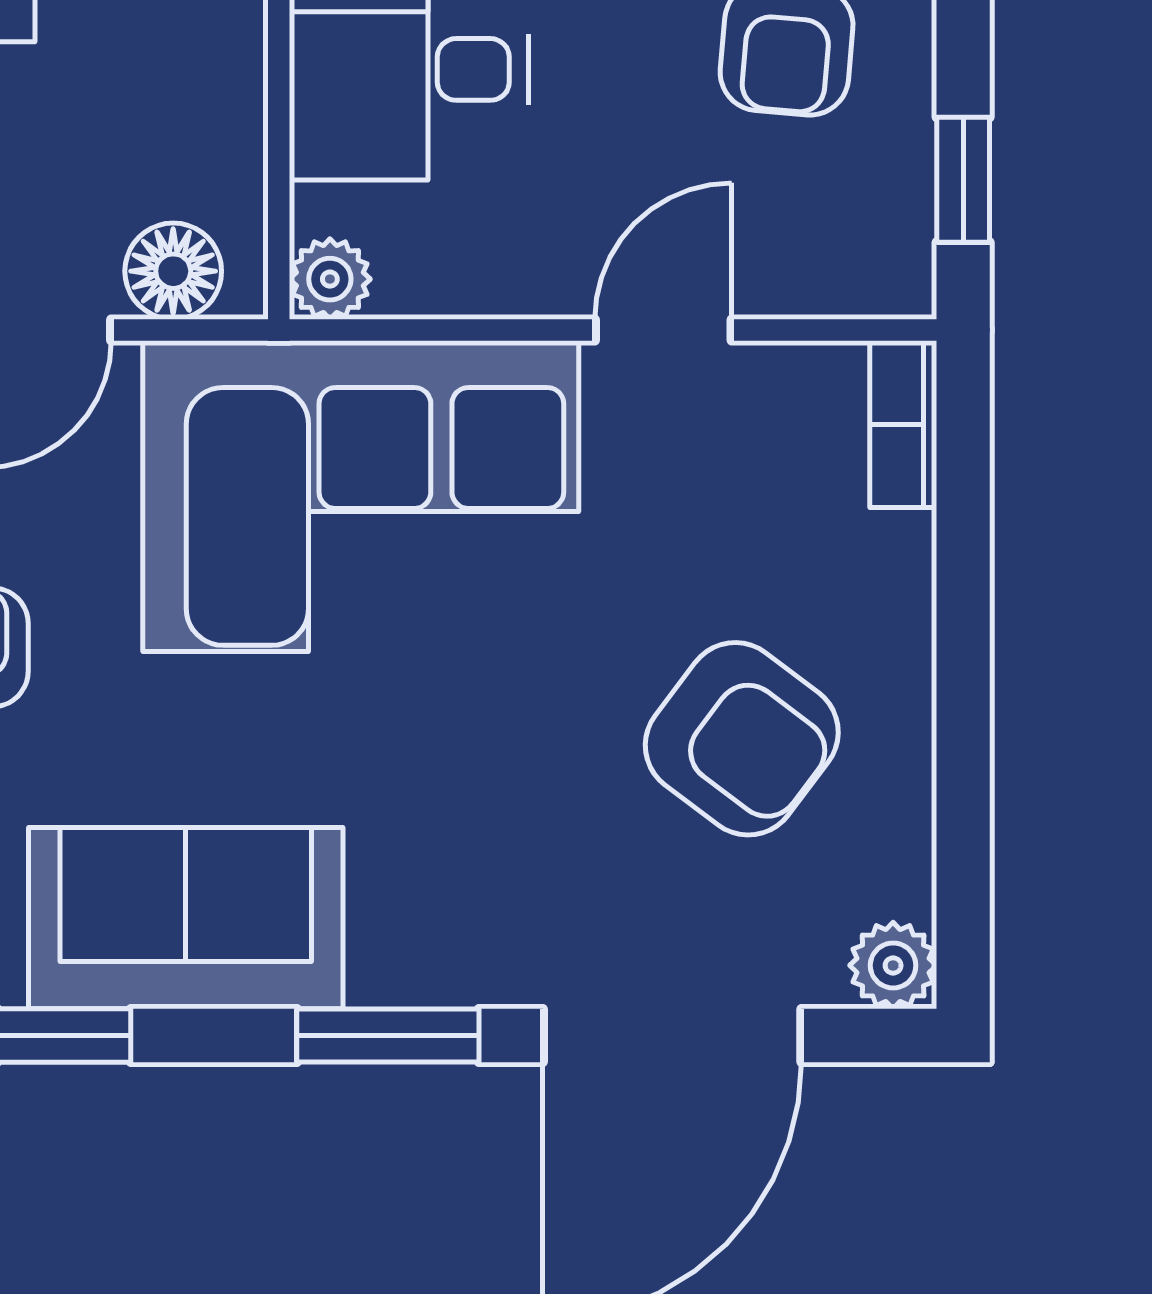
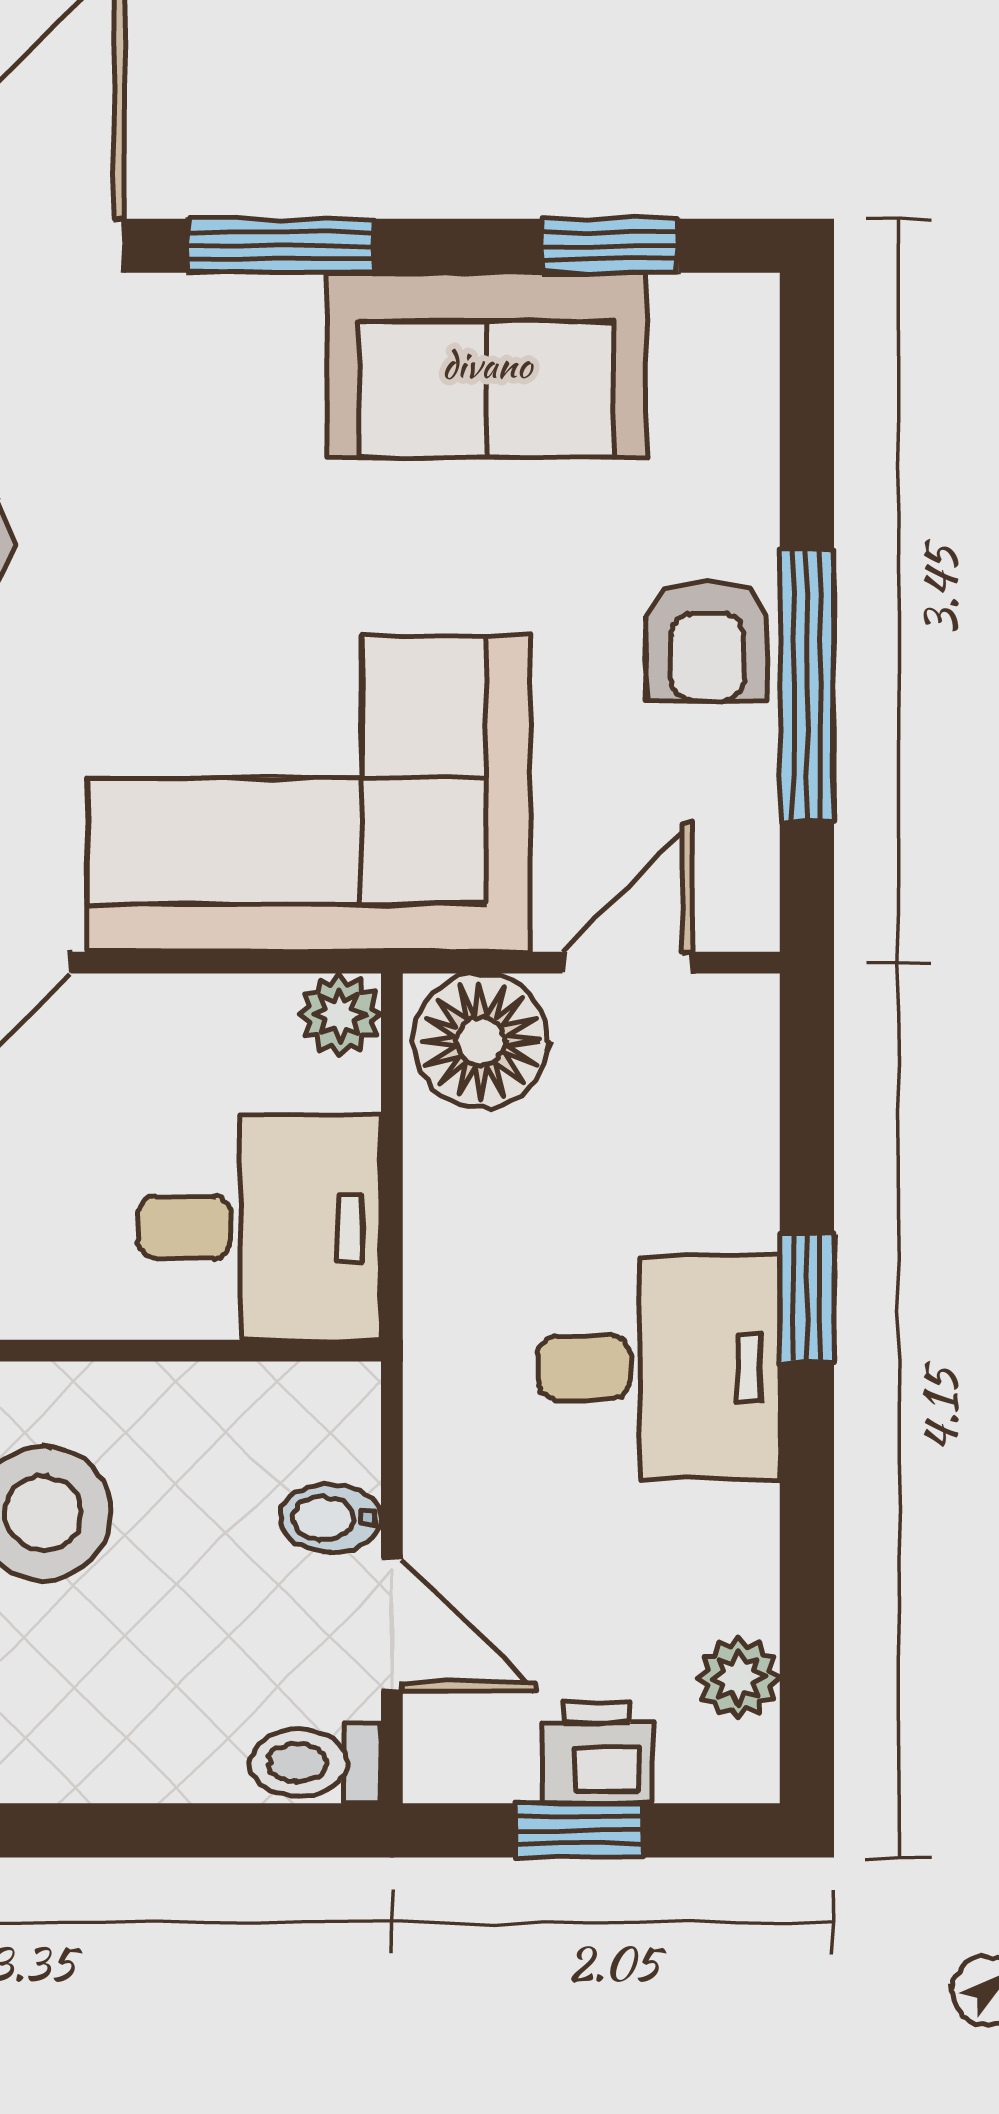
floor lamp: (173, 271) -> (481, 1041), width x1.38, depth x1.38

